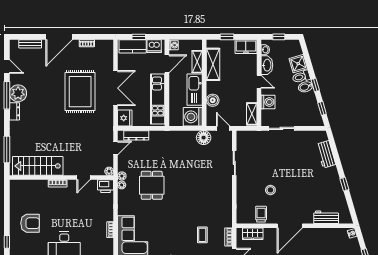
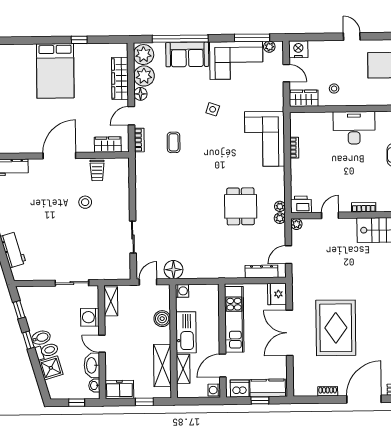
washing machine: (193, 117) -> (182, 291), width x0.53, depth x0.53
door: (223, 128) -> (148, 282), swing flipped

